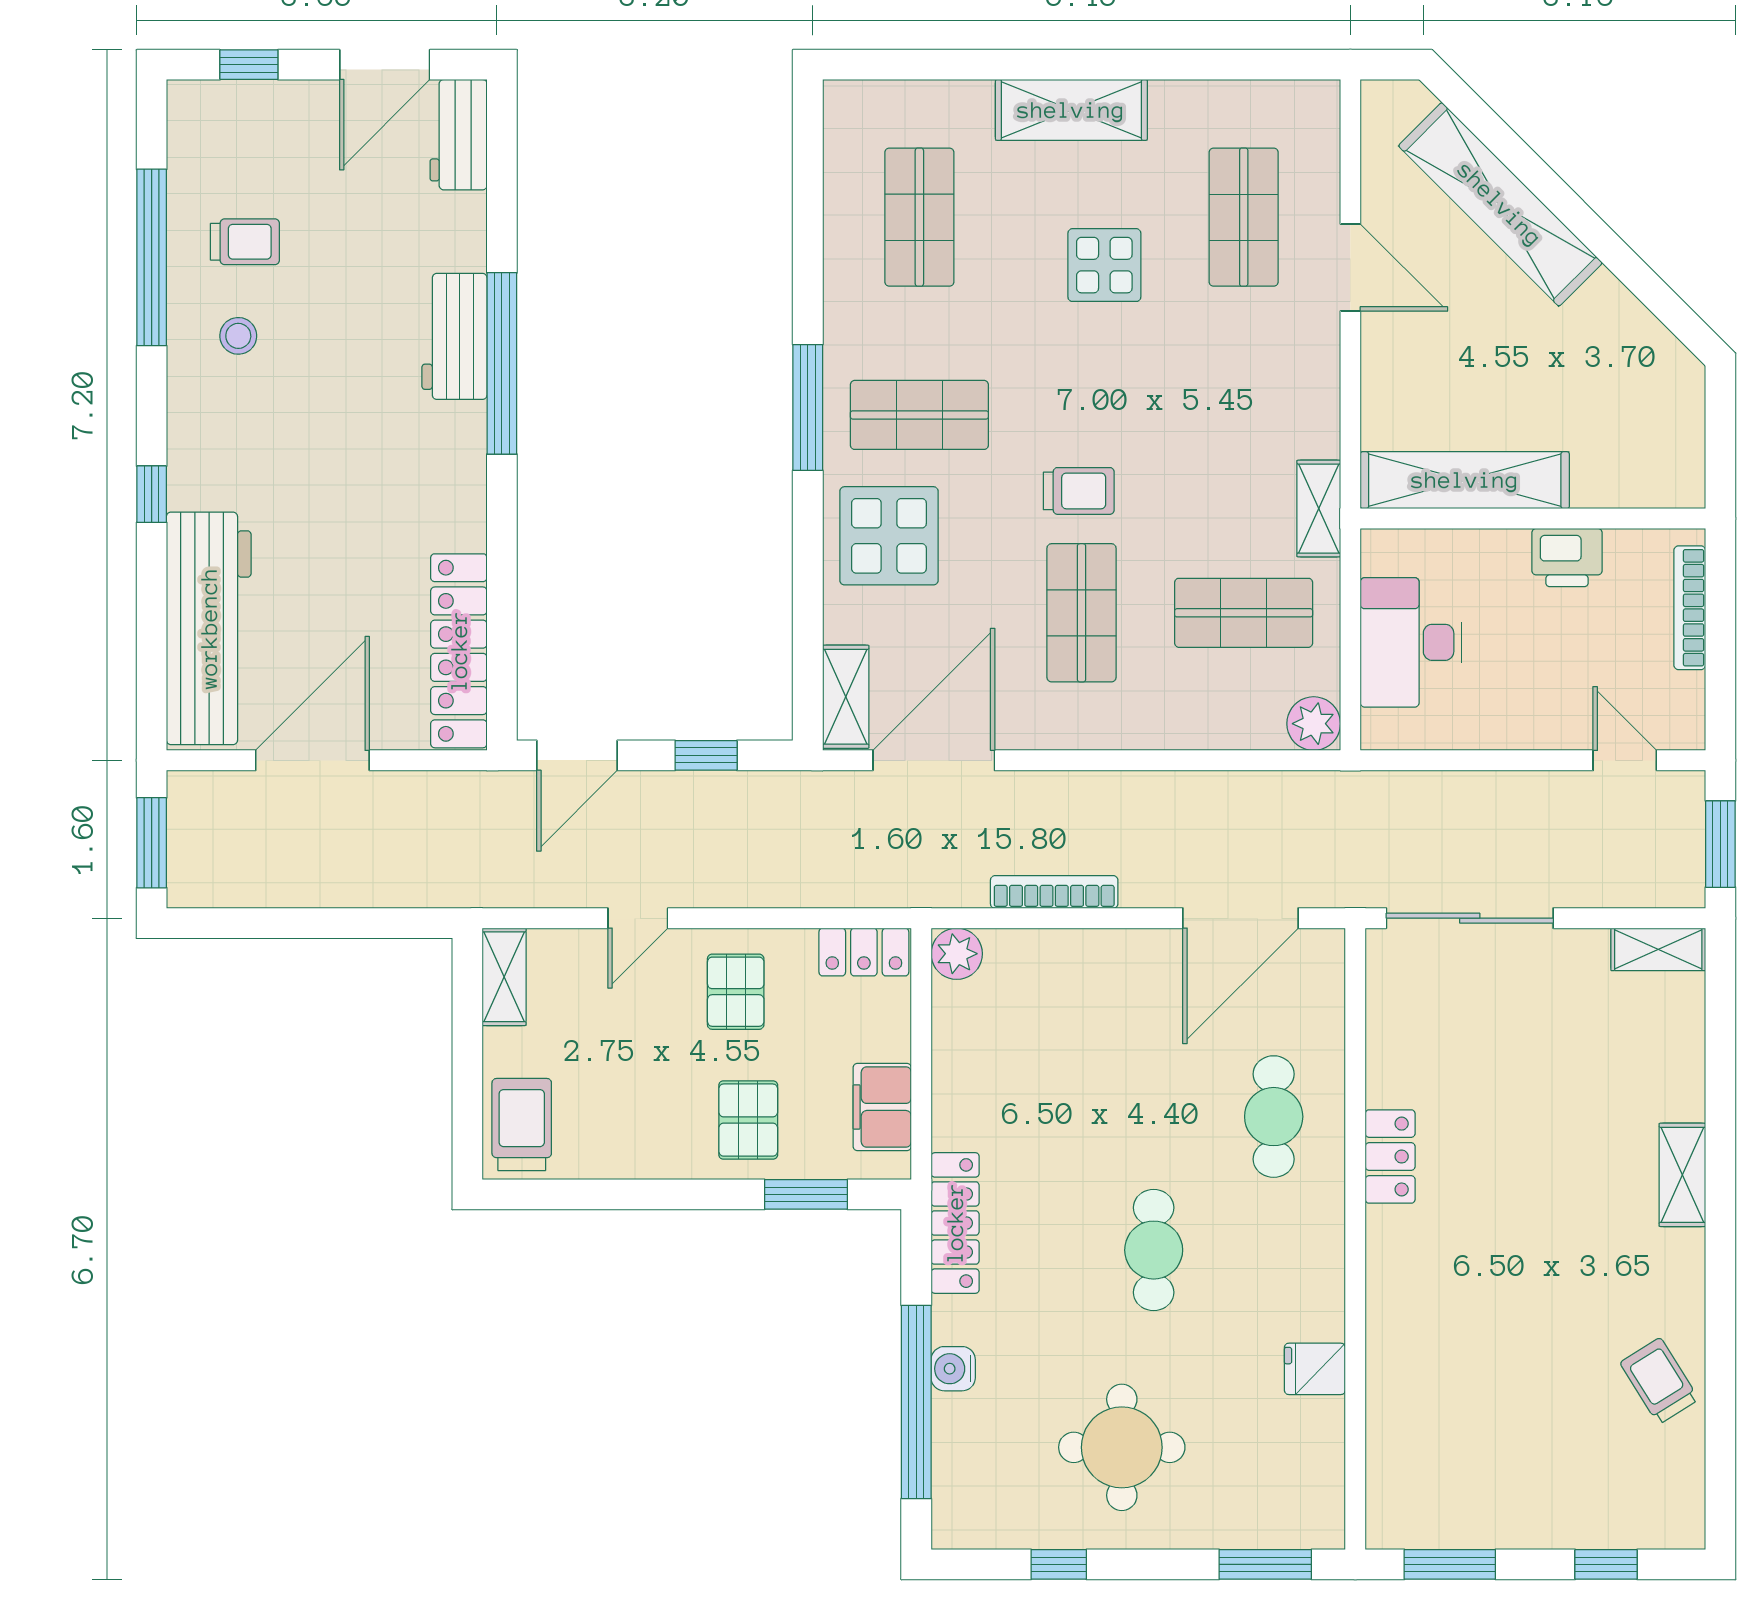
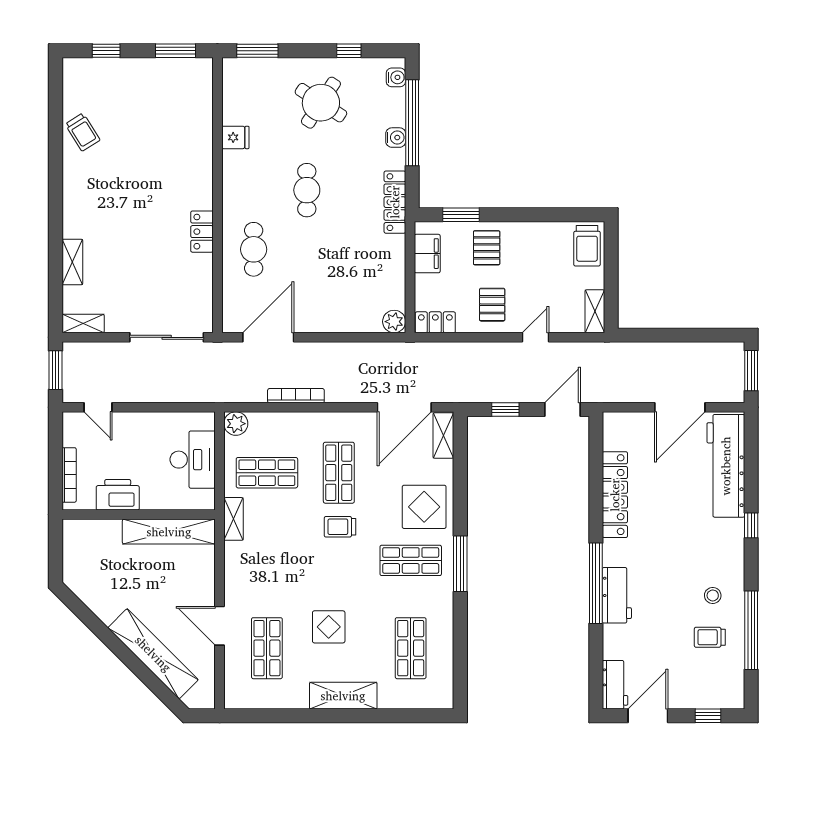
printer: (1567, 557) -> (118, 495), width x1.37, depth x1.19
locker: (459, 651) -> (615, 495), moved
bookcase: (1054, 892) -> (296, 396), moved, turned 180
shelving: (1682, 1175) -> (72, 262), moved
round table: (1122, 1447) -> (321, 103), turned 33
water cooler: (953, 1504) -> (396, 77), added

